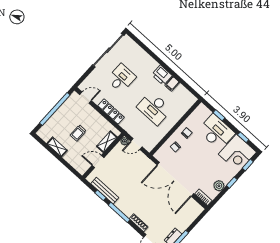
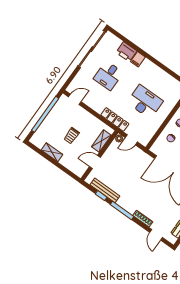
printer: (162, 75) -> (126, 52), moved
desk: (121, 78) -> (108, 76), turned 180
filing cabinet: (172, 84) -> (138, 59), moved
desk: (154, 108) -> (145, 102), turned 180
locker: (111, 111) -> (115, 119), moved

